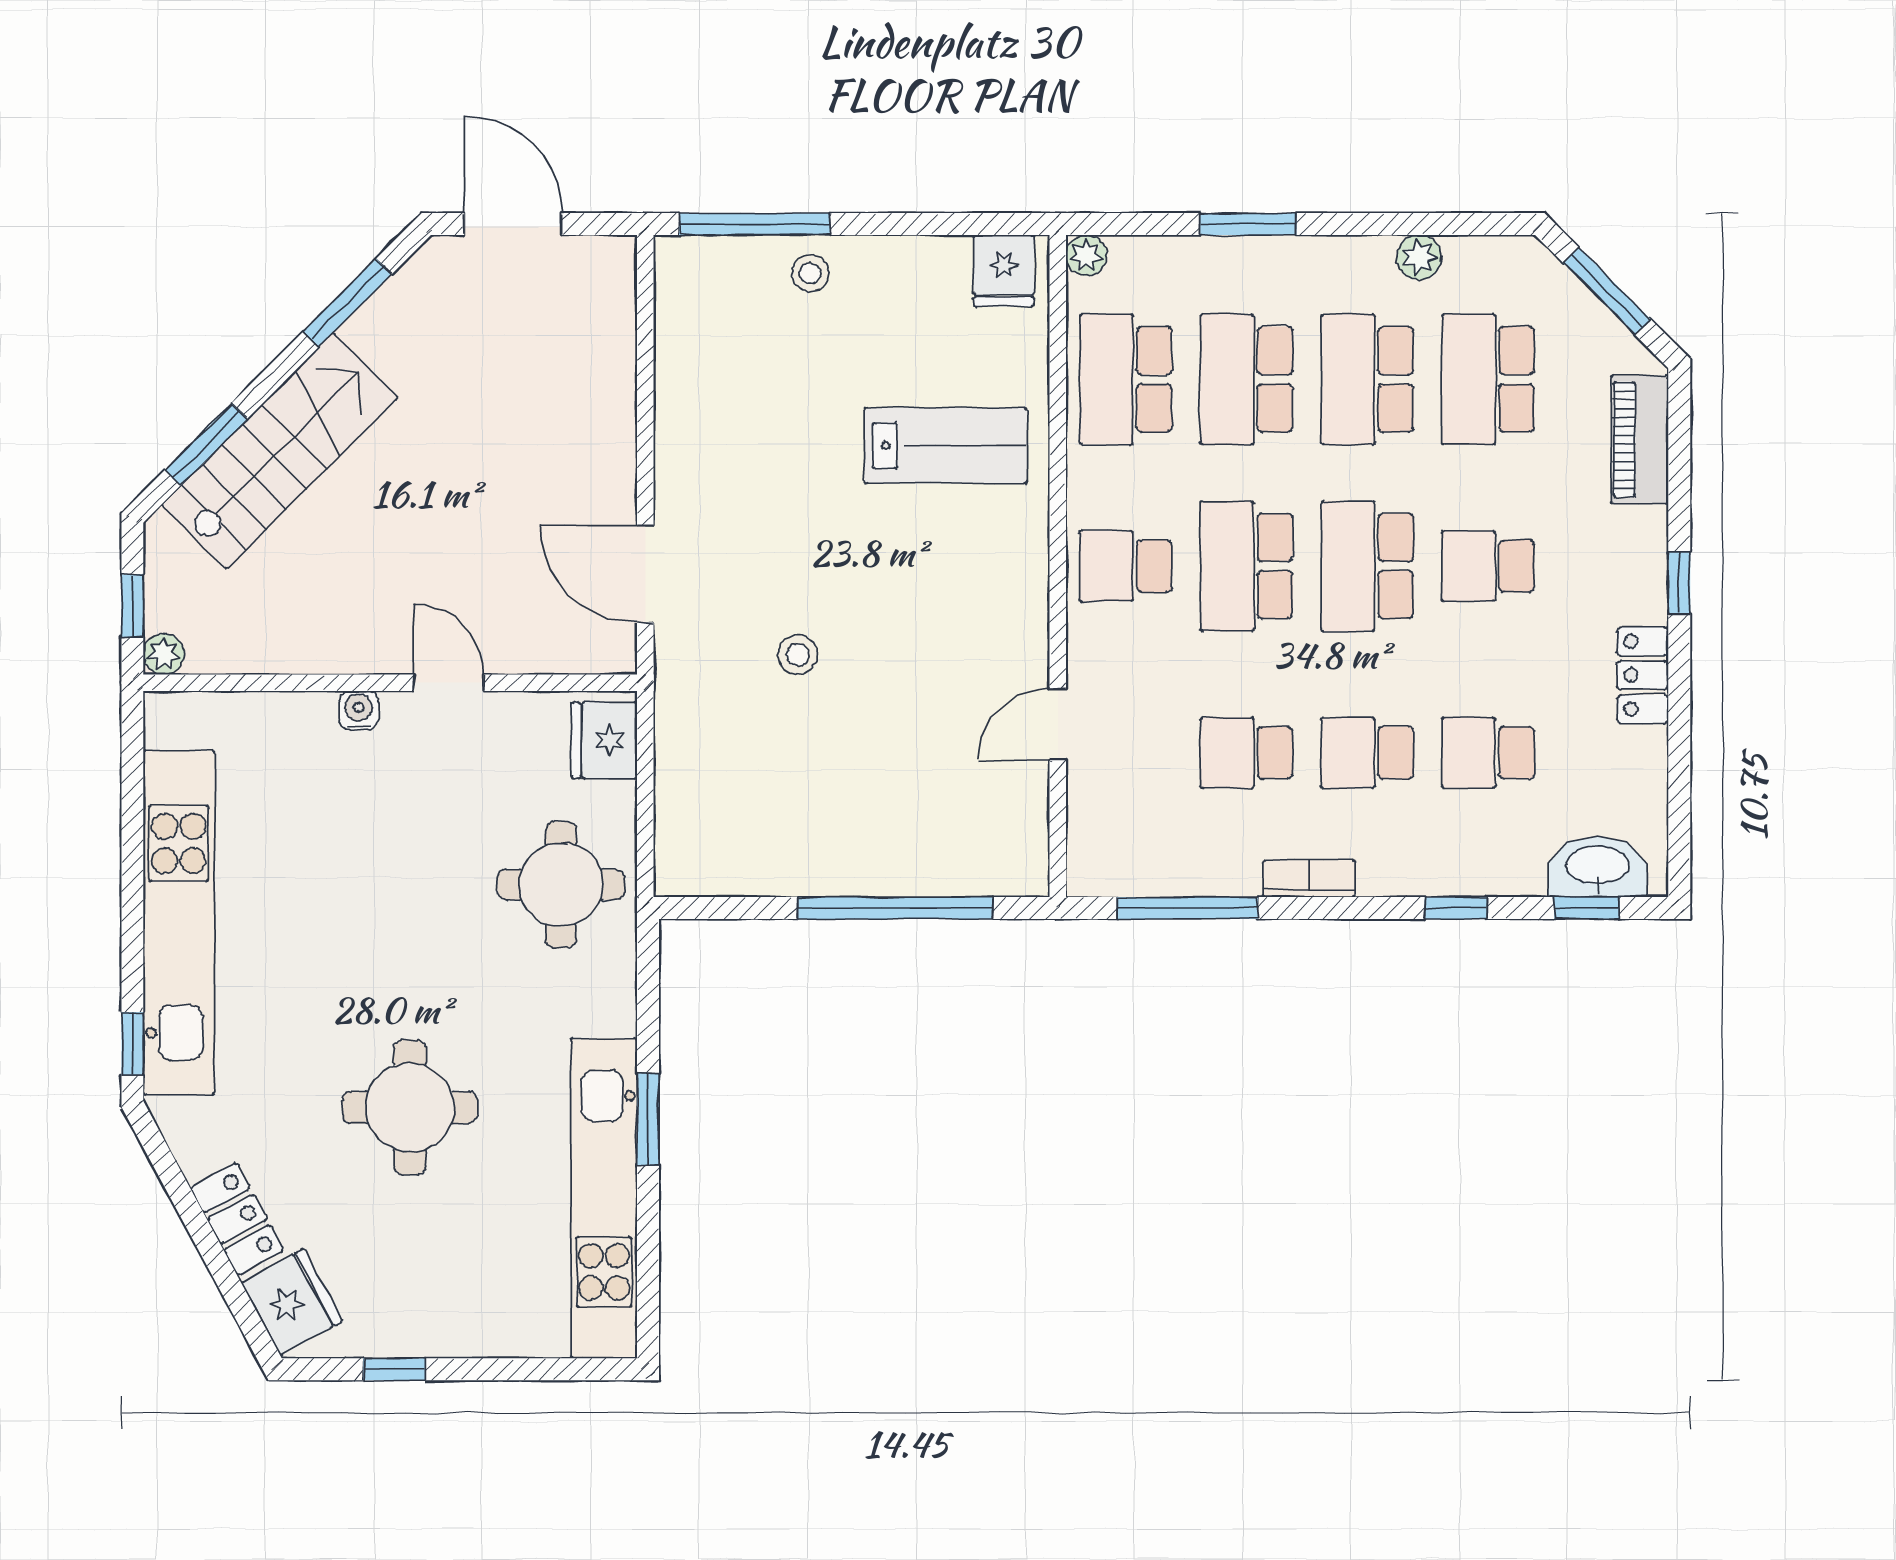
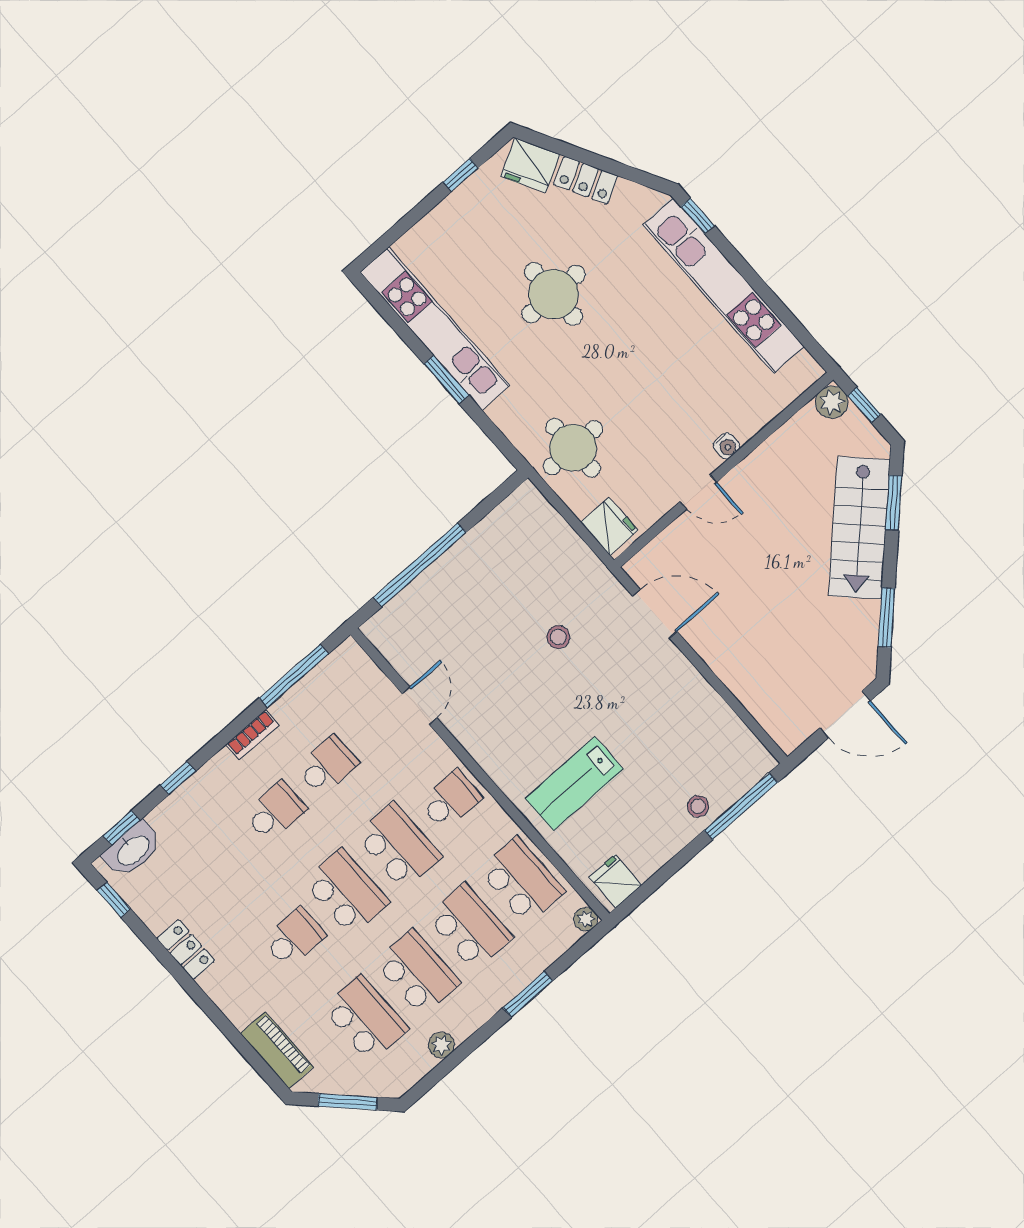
window: (1679, 583) -> (114, 900), moved
plant: (164, 654) -> (832, 402), width x1.38, depth x1.38
school desk: (1488, 753) -> (223, 857), removed

